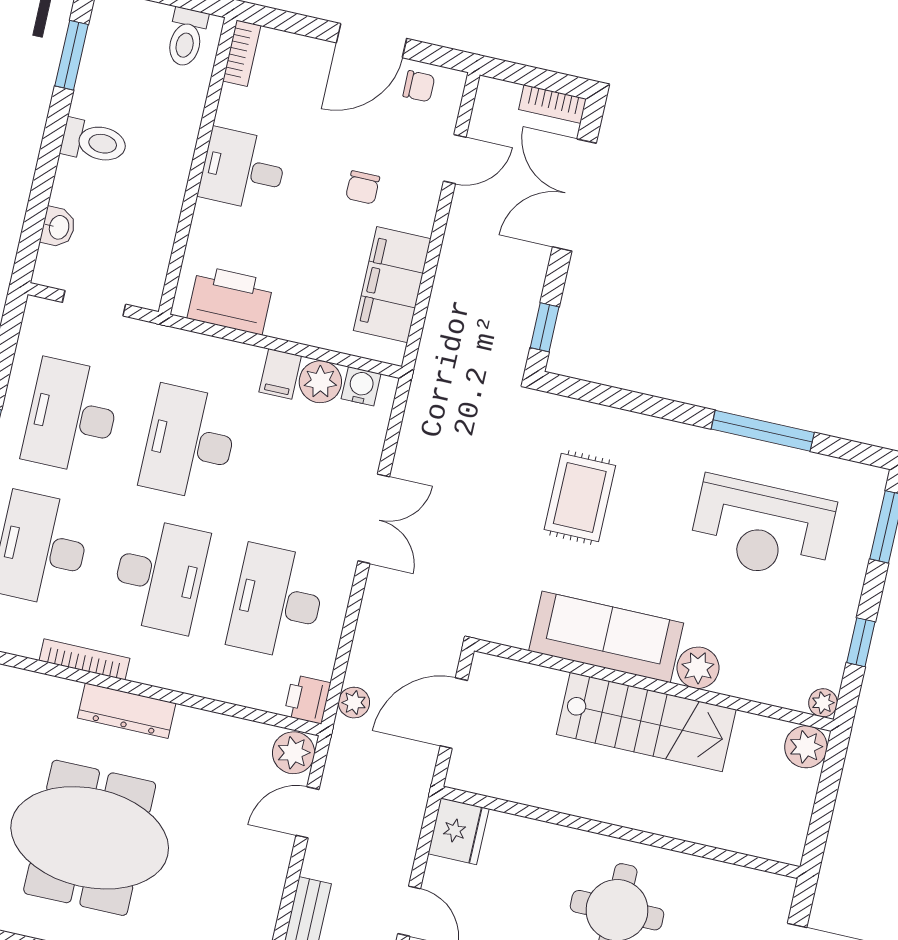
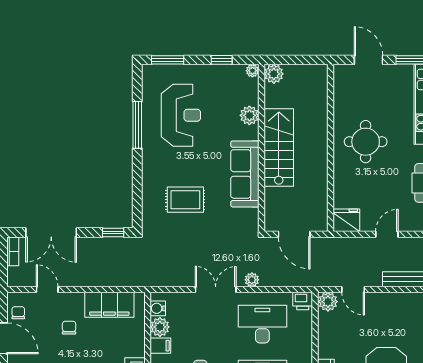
chair: (363, 187) -> (69, 328), turned -90
desk: (277, 602) -> (262, 324), turned 180
plant: (698, 668) -> (249, 115), moved
plant: (354, 703) -> (252, 280), moved

